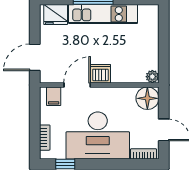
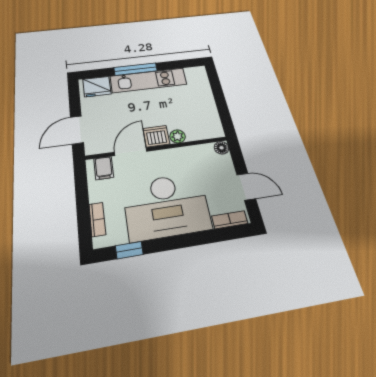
plant: (152, 77) -> (178, 136), moved
floor lamp: (147, 98) -> (222, 148), width x0.53, depth x0.53

